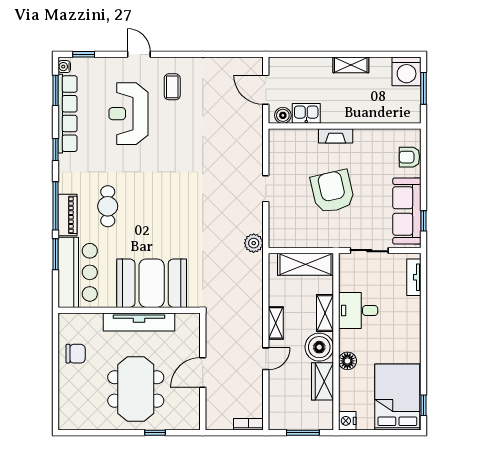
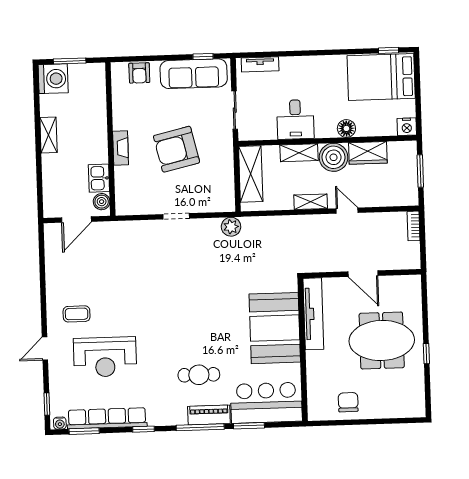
tv unit: (139, 322) -> (313, 314), moved
window: (155, 433) -> (426, 354), moved

